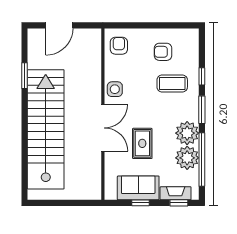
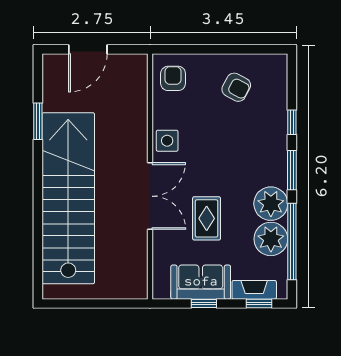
armchair: (163, 52) -> (236, 87), turned -152
coffee table: (172, 84) -> (249, 133), removed

